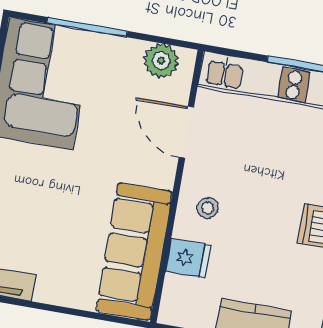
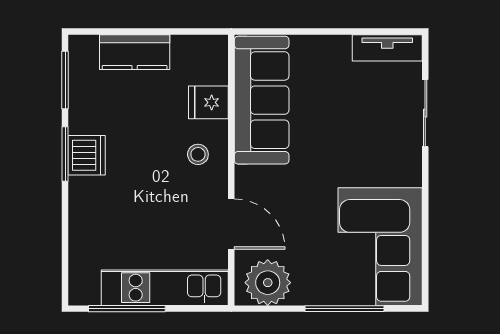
plant: (161, 61) -> (268, 283), width x1.36, depth x1.36

